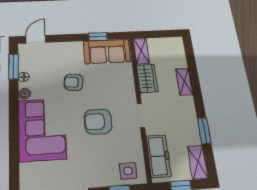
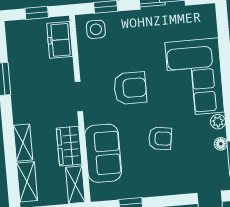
sofa: (107, 51) -> (103, 153), moved, turned 90
freezer: (158, 156) -> (60, 40), width x0.71
shelving: (198, 162) -> (27, 182), moved

